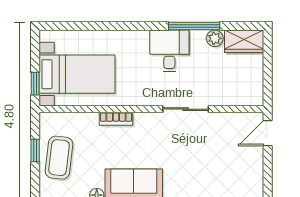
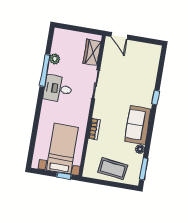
wardrobe: (244, 41) -> (92, 52), moved, turned 180
window: (35, 150) -> (106, 183), removed

